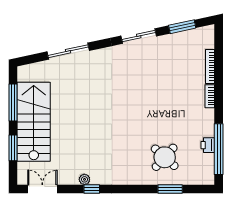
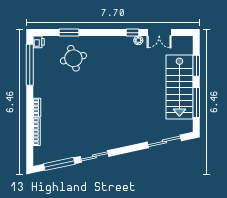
window: (182, 27) -> (59, 164), width x1.44
sliding door: (68, 51) -> (164, 141), moved
printer: (208, 145) -> (39, 42), moved
round table: (165, 157) -> (73, 58), turned 33
double door: (42, 189) -> (159, 33), moved

